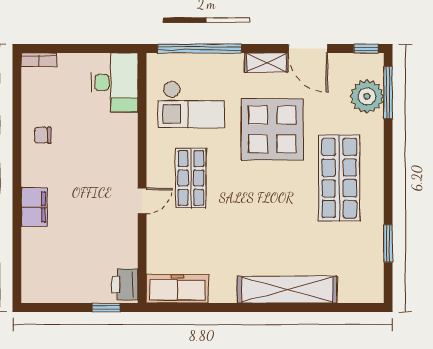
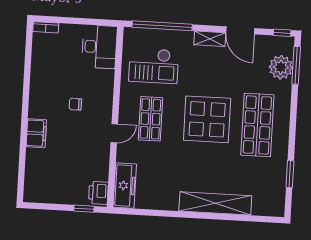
display table: (272, 129) -> (207, 119), moved
chair: (43, 135) -> (75, 104), moved
freezer: (177, 289) -> (125, 186), moved, turned 90

